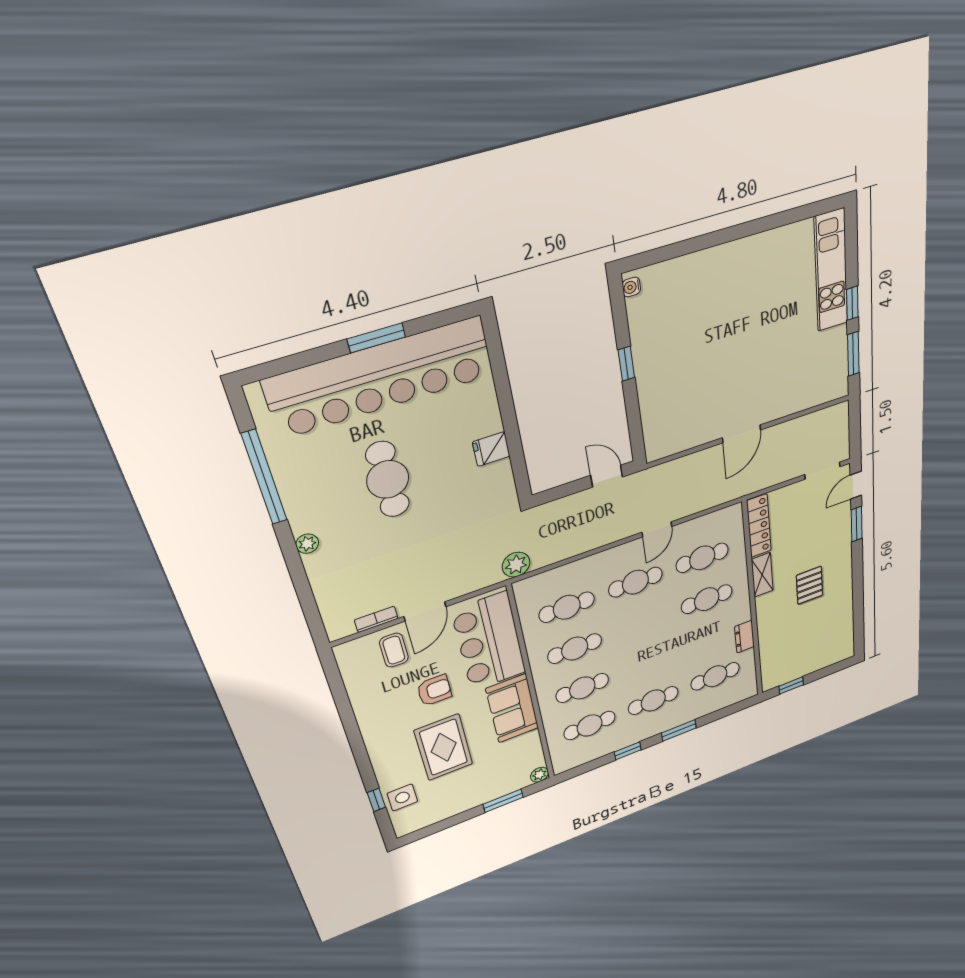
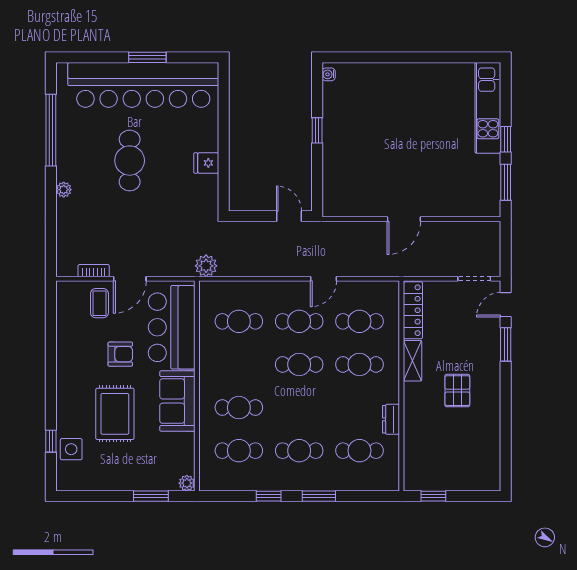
cafe table: (575, 649) -> (299, 364), moved

